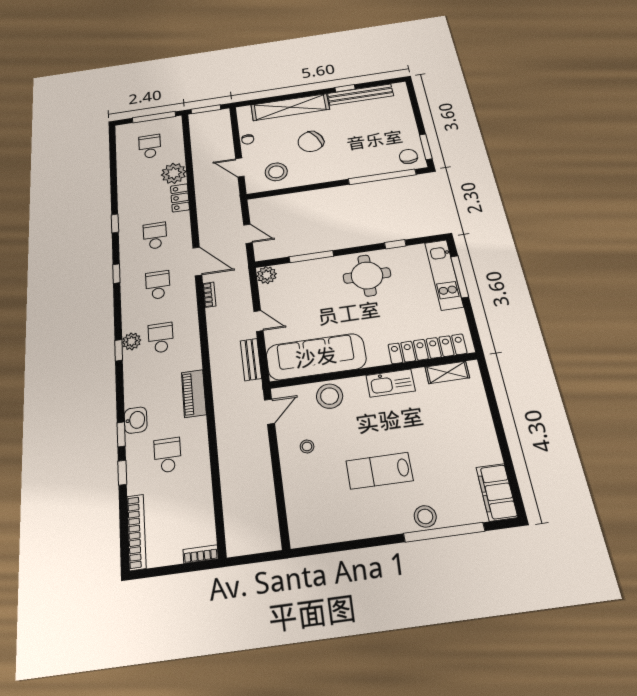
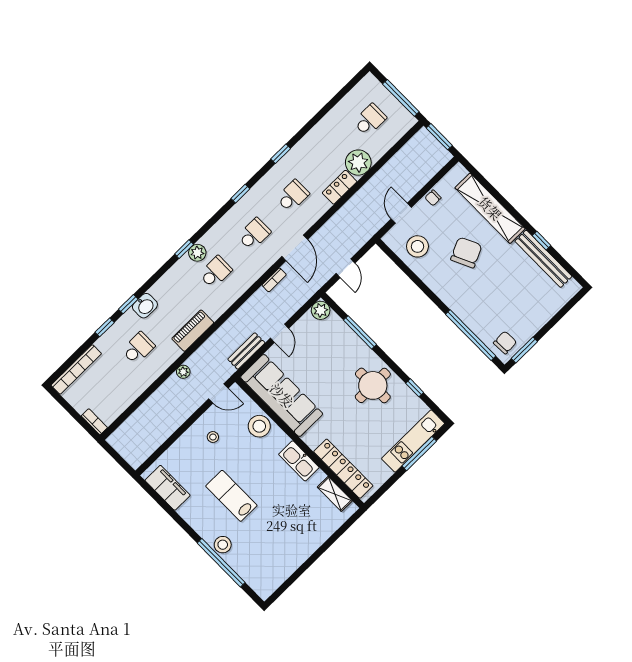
chair: (311, 142) -> (466, 252), turned 94
plant: (223, 429) -> (183, 372), added
filing cabinet: (497, 492) -> (168, 488), moved, turned 90

